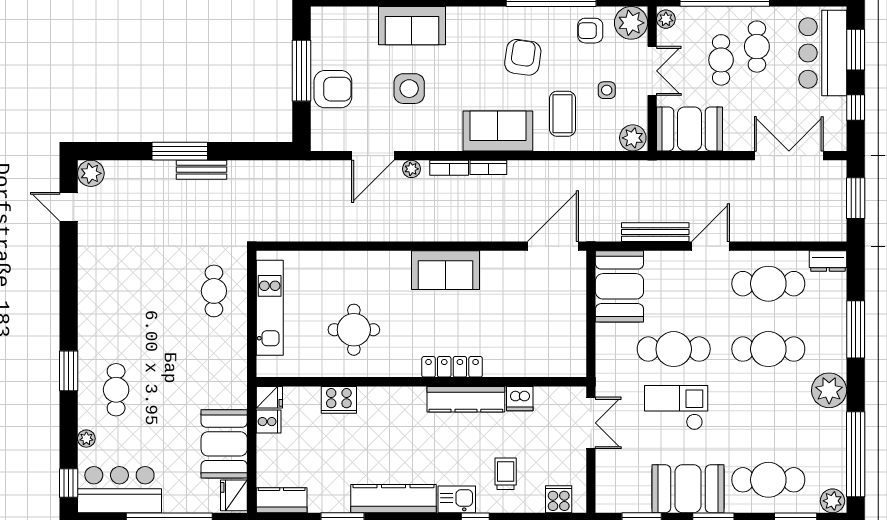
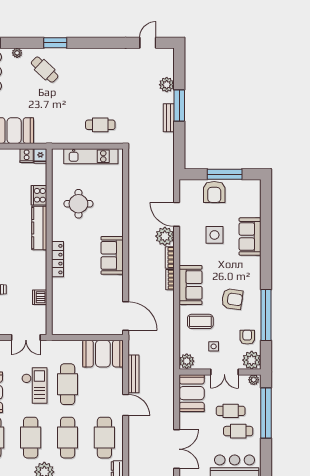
plant: (411, 169) -> (165, 236), width x1.88, depth x1.88
plant: (91, 173) -> (167, 85), moved
cafe table: (116, 390) -> (45, 70), turned 43
kitchen counter: (466, 399) -> (39, 228), moved
cafe table: (768, 414) -> (31, 438), added

